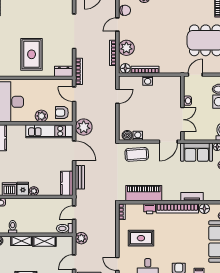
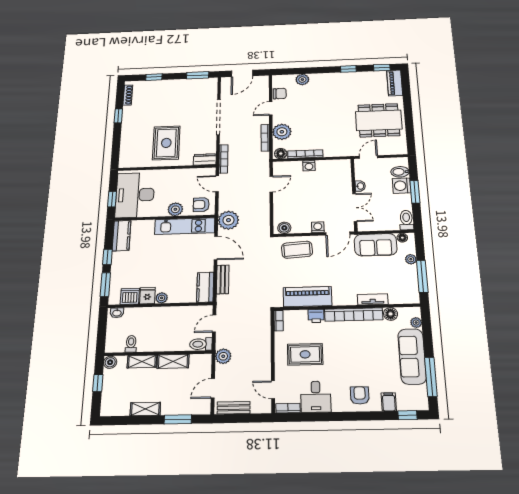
washing machine: (138, 136) -> (318, 227), moved

